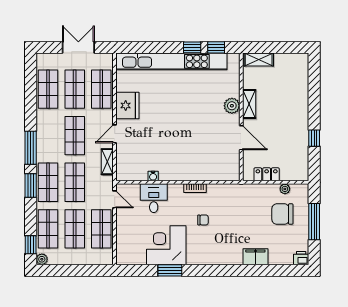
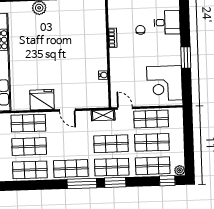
shop shelf: (75, 136) -> (71, 168), moved
shelving: (107, 162) -> (103, 115), moved
desk: (154, 198) -> (167, 22), moved, turned 180
door: (115, 199) -> (125, 108), hinge flipped
corner desk: (166, 245) -> (164, 83), moved

